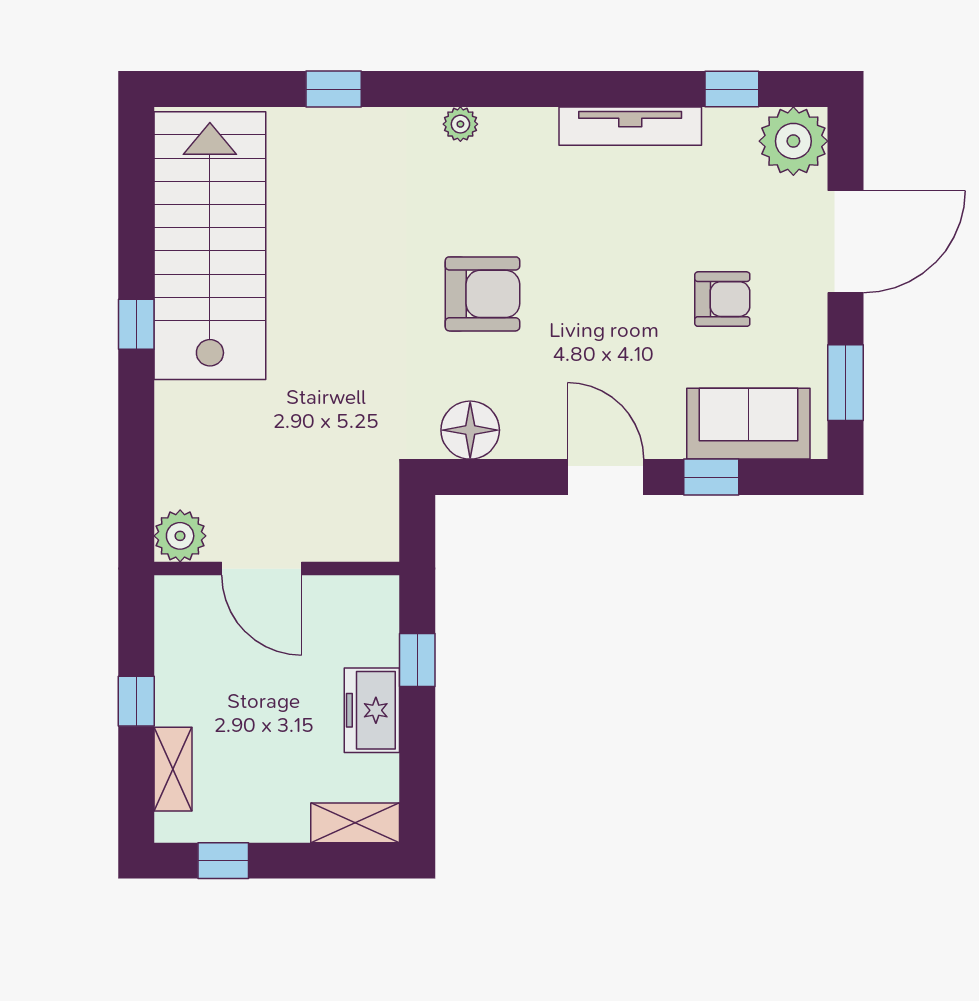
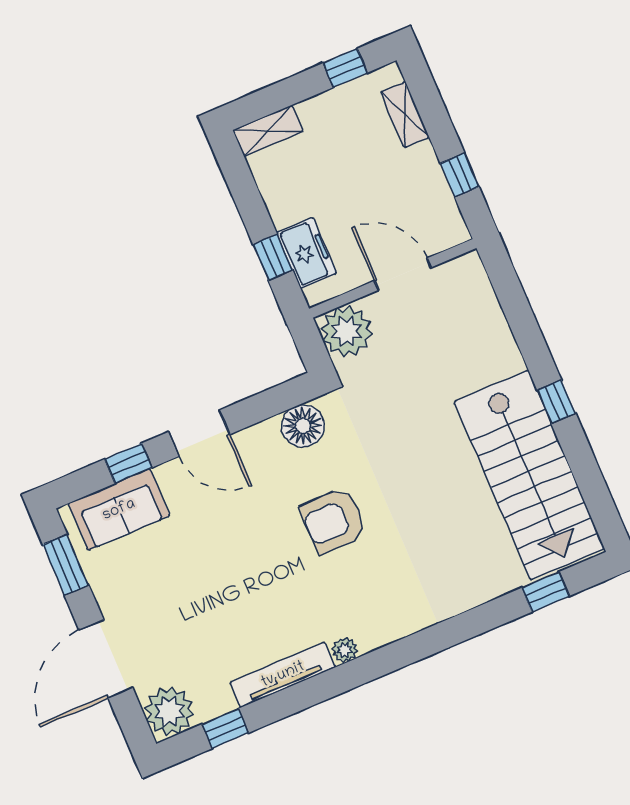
window: (334, 89) -> (546, 592), moved
plant: (460, 124) -> (345, 650), moved
armchair: (722, 299) -> (172, 585), removed
plant: (180, 536) -> (346, 331), moved, width x1.36, depth x1.36
window: (136, 701) -> (460, 175), moved
freezer: (372, 710) -> (307, 253), moved

